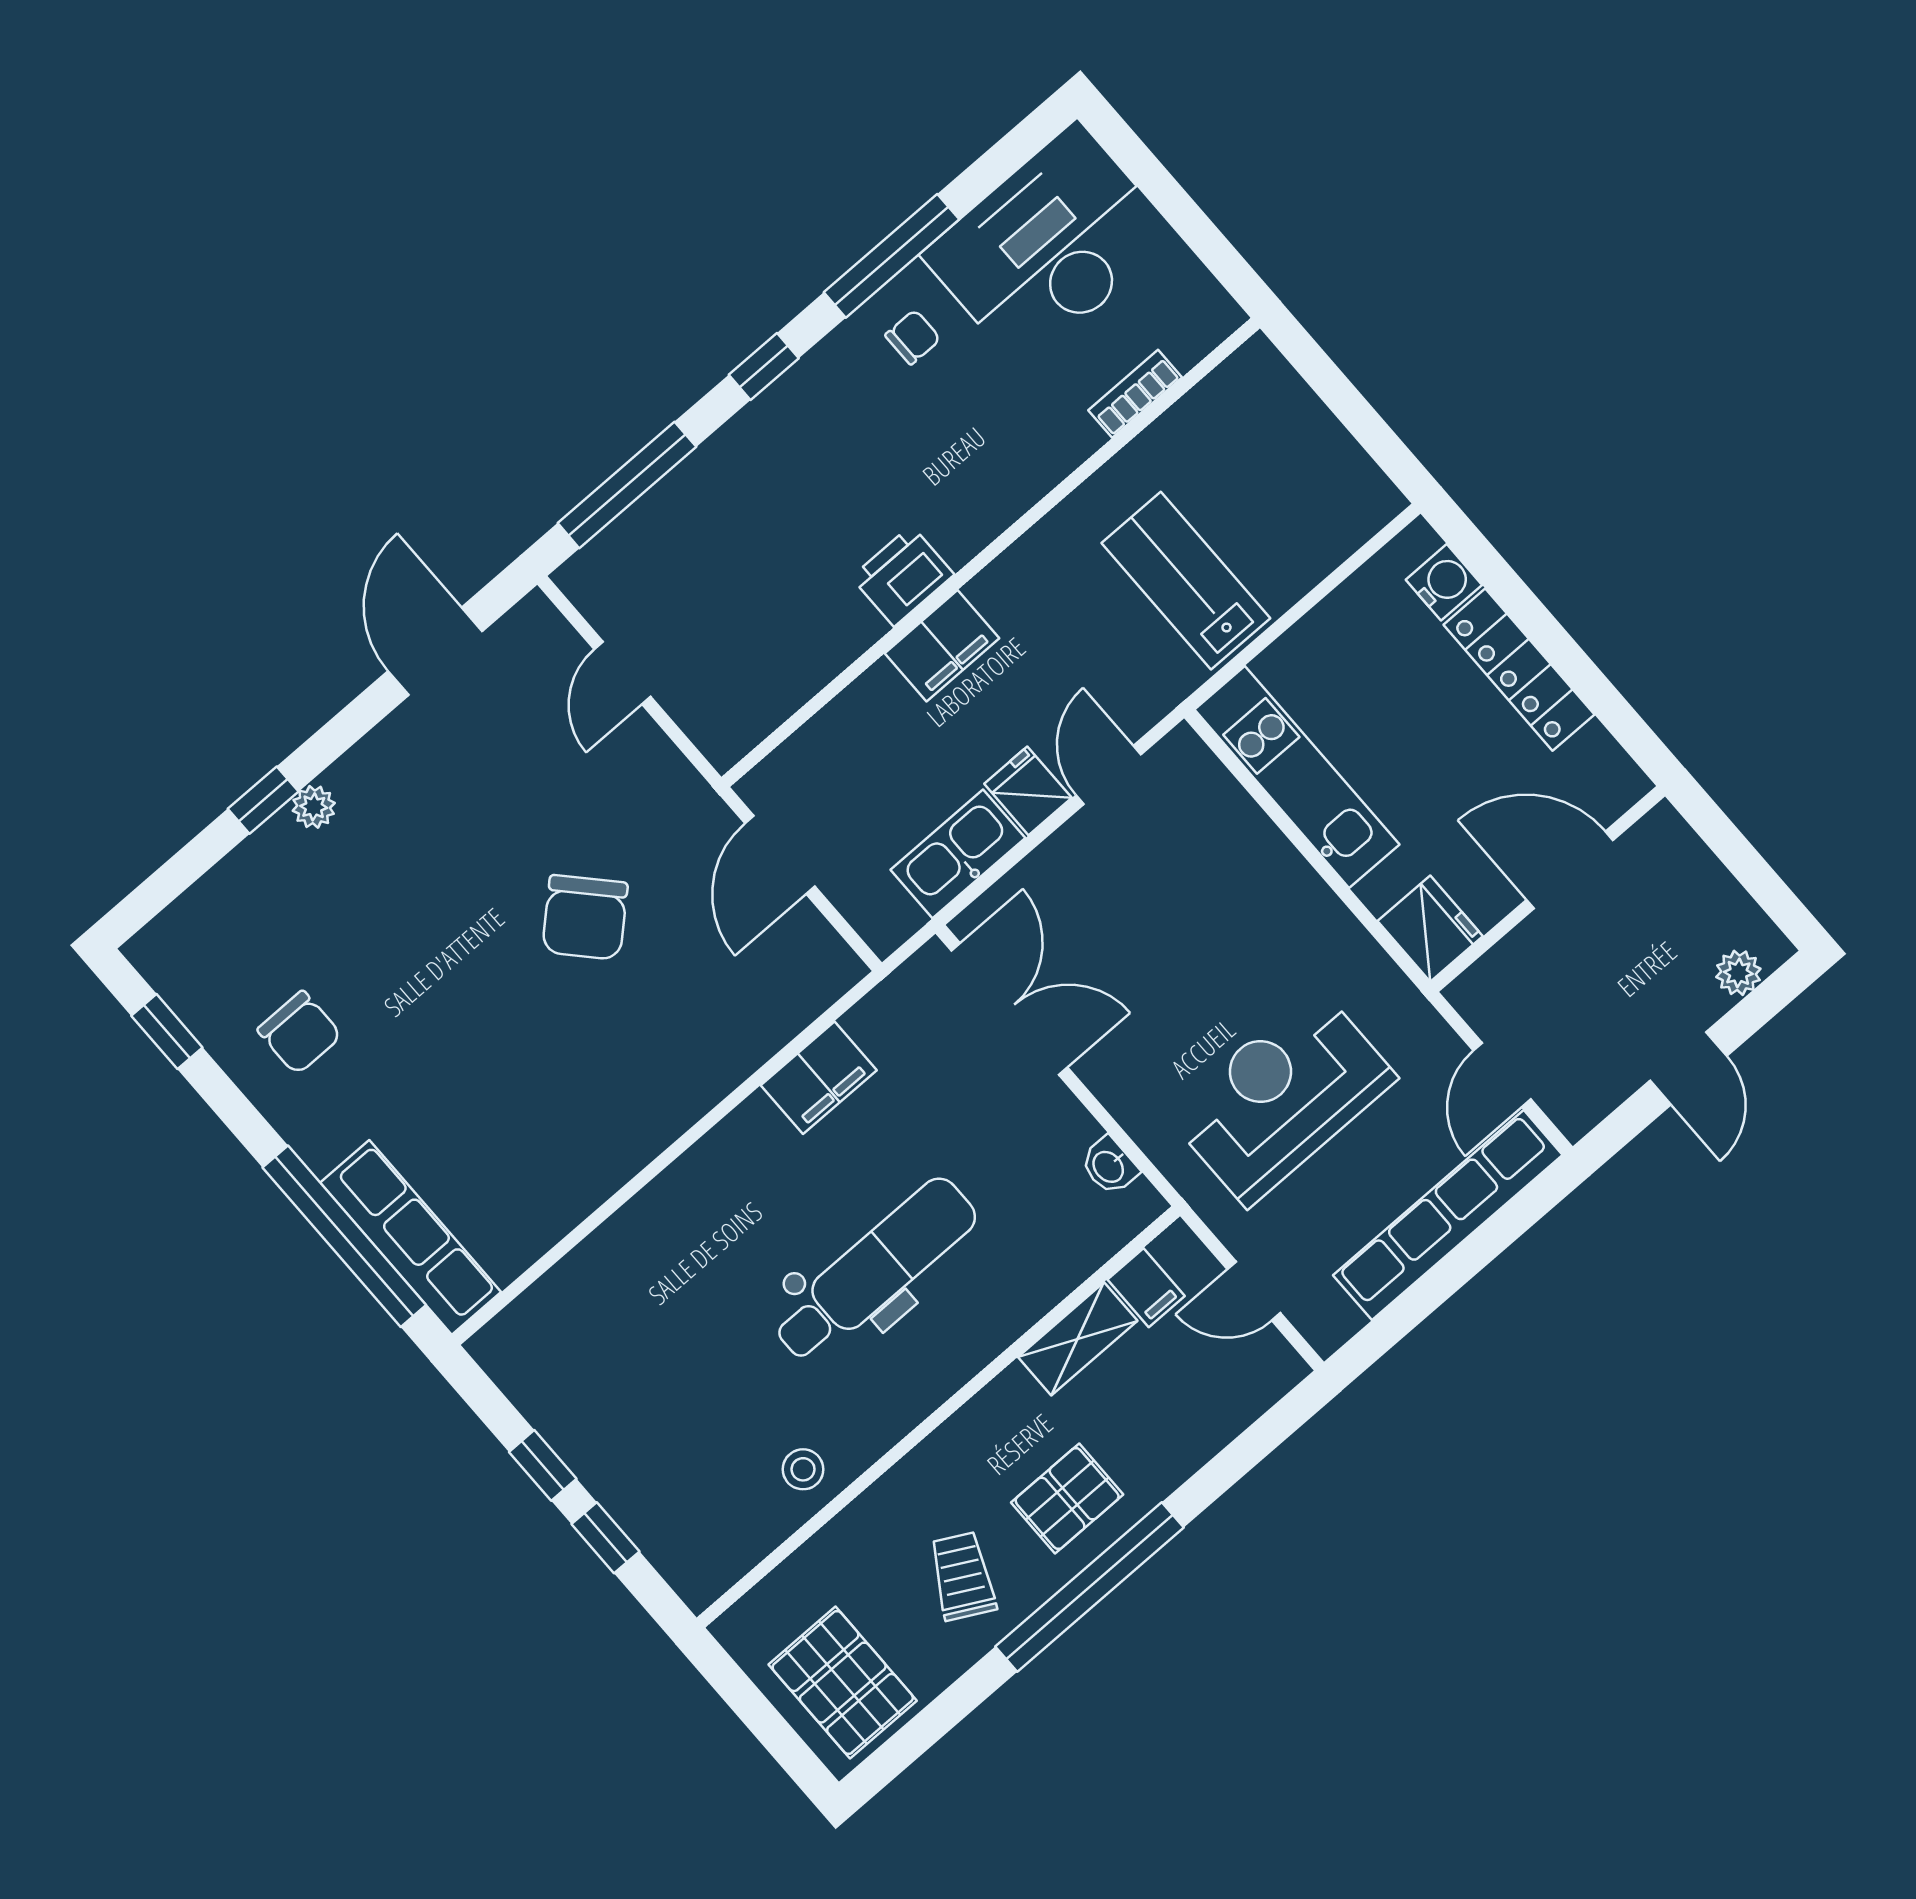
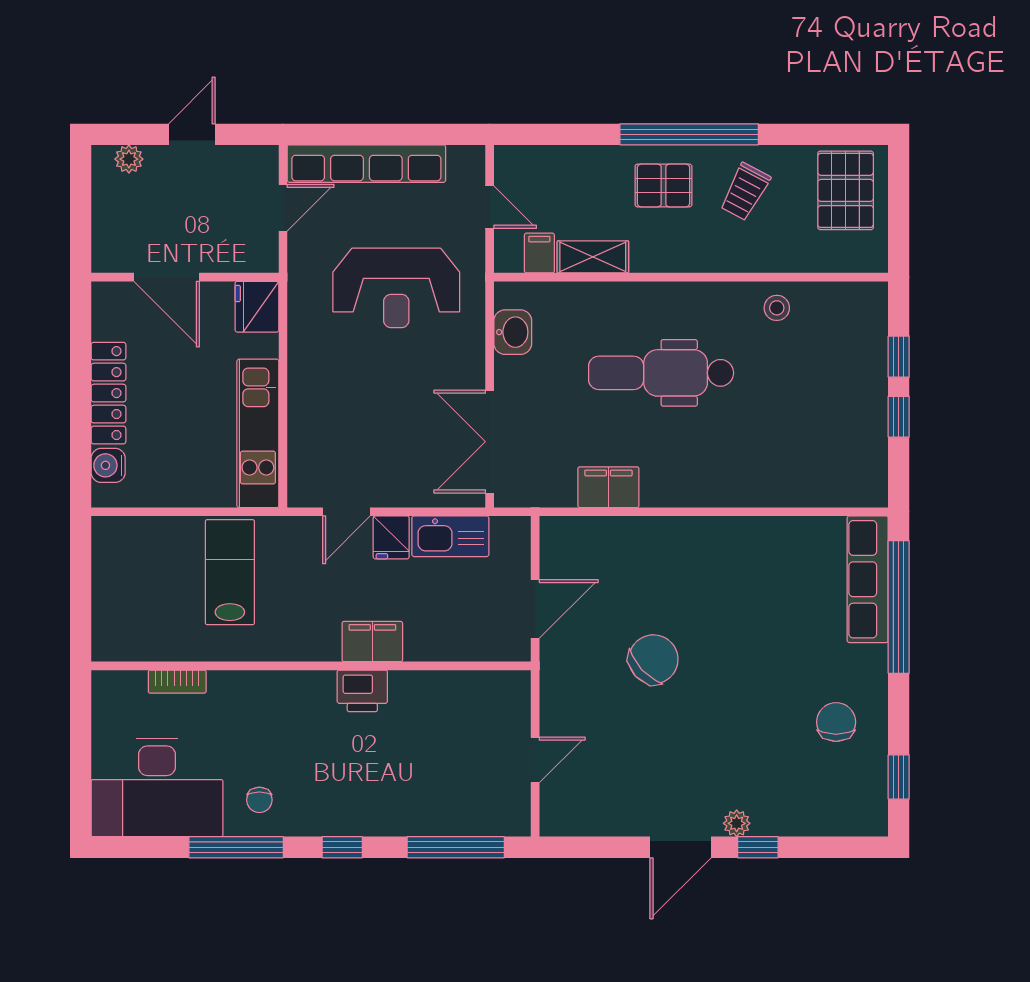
chair: (913, 337) -> (259, 800), turned -90
lab bench: (1186, 581) -> (230, 572), turned 180
door: (435, 651) -> (680, 847), moved
washbasin: (1109, 1166) -> (513, 332), width x1.38, depth x1.45

